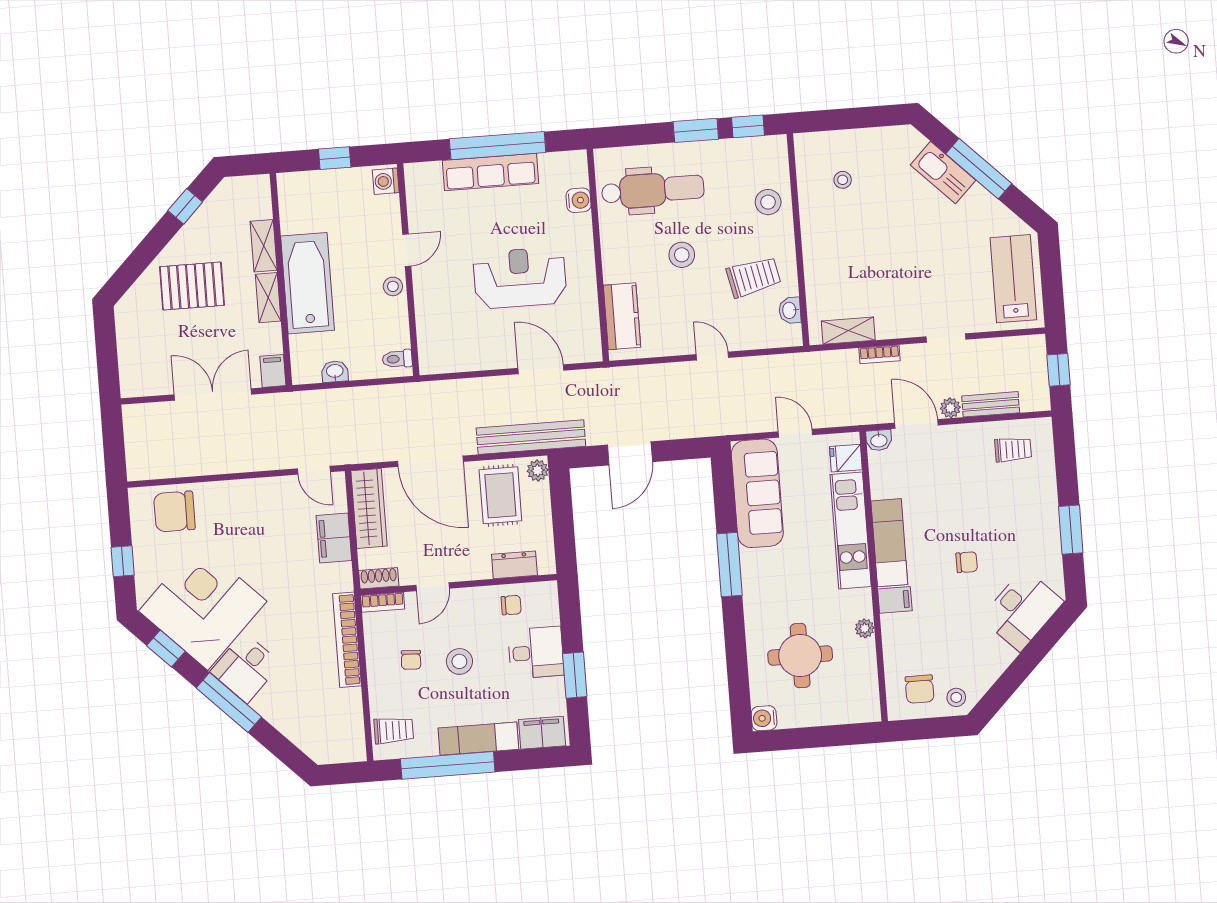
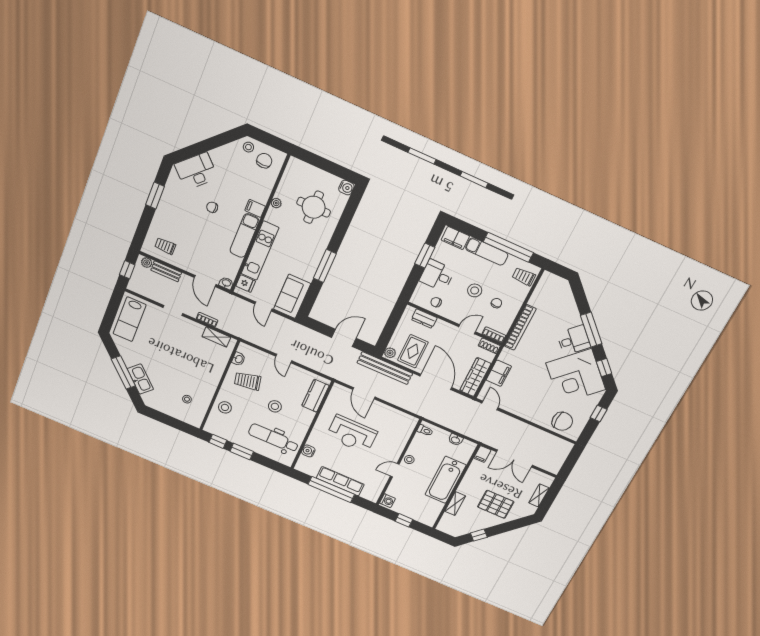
shelving: (268, 298) -> (539, 495), moved
plant: (950, 408) -> (147, 263), moved
sofa: (757, 493) -> (292, 296), width x0.73

